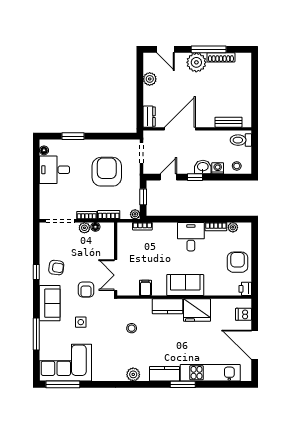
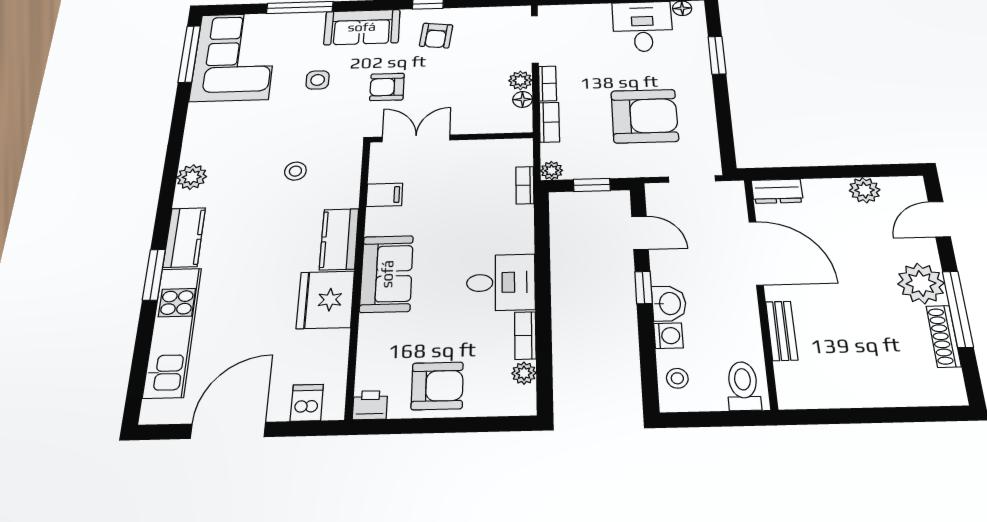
bench: (229, 122) -> (782, 331), moved

